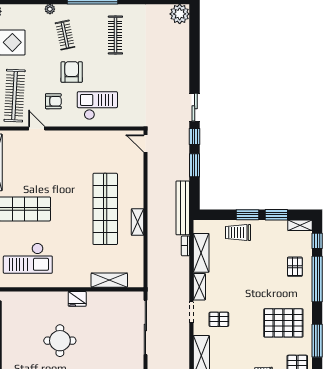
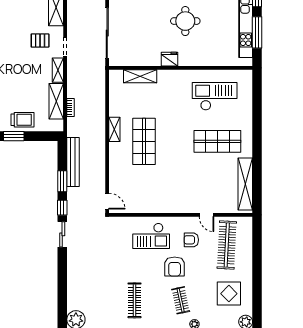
bench: (183, 208) -> (73, 162), moved
shop shelf: (105, 209) -> (144, 141), width x0.71

